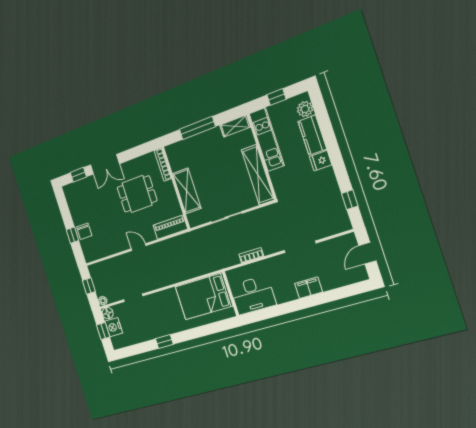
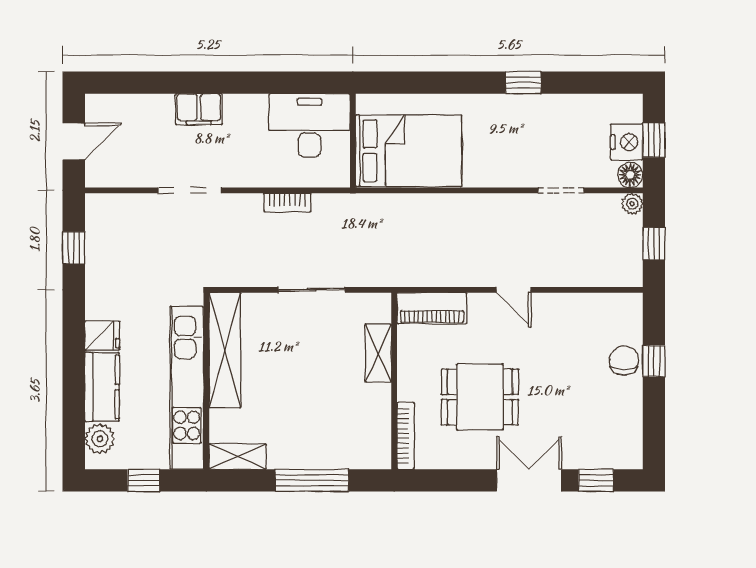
kitchen unit: (267, 139) -> (187, 388), width x1.36
shelving: (187, 191) -> (378, 353), width x0.67, depth x0.75

